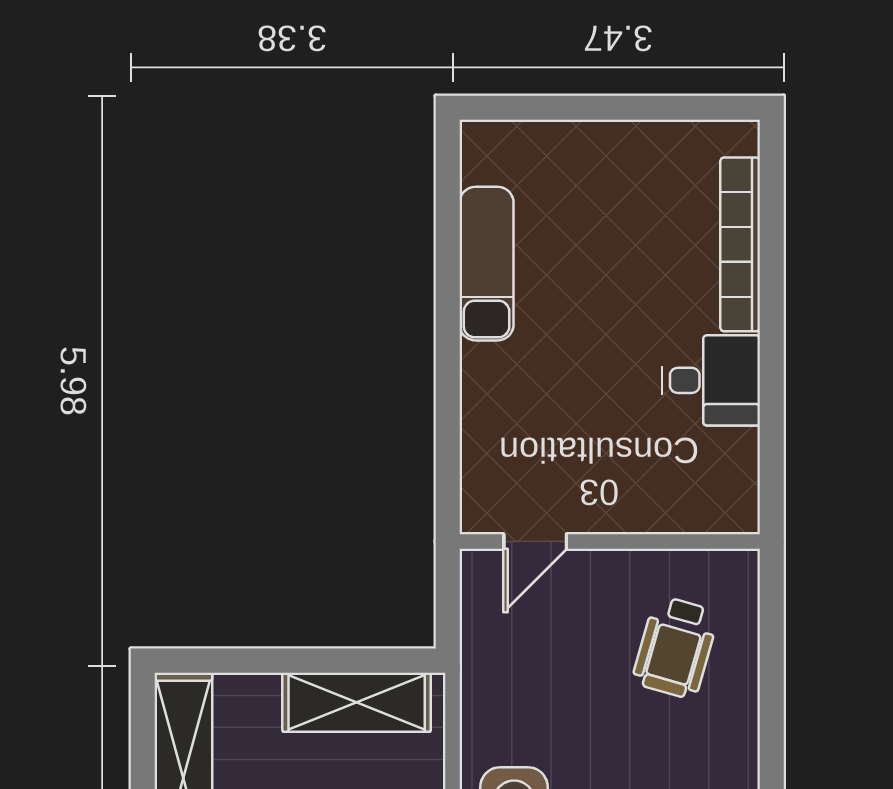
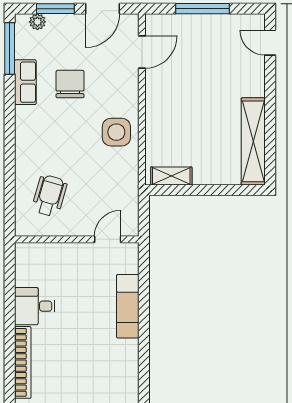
exam couch: (487, 264) -> (128, 306), moved
shelving: (357, 702) -> (171, 176), width x0.67, depth x0.75

